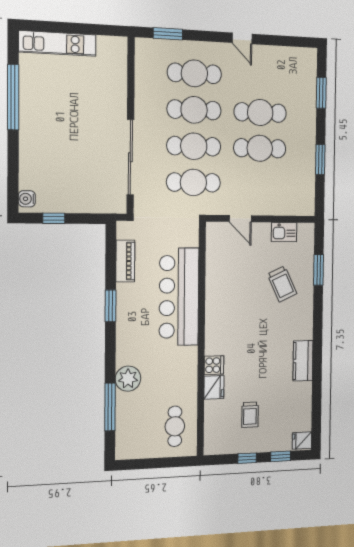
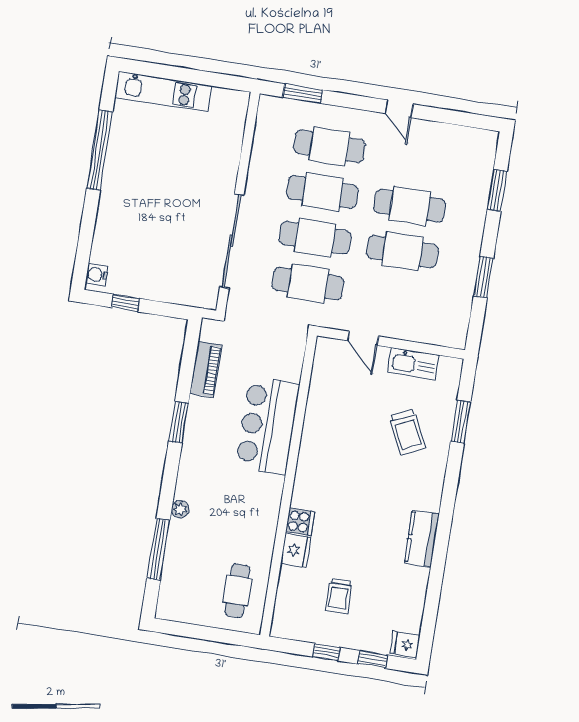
kitchen sink: (284, 232) -> (413, 364), width x1.38
bar counter: (179, 297) -> (268, 426), width x0.73
plant: (128, 379) -> (180, 509), width x0.53, depth x0.53

